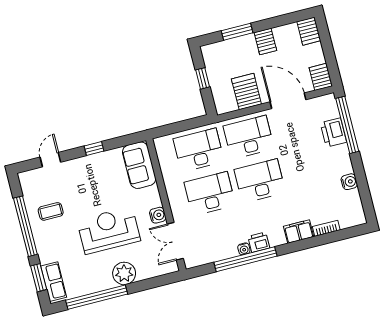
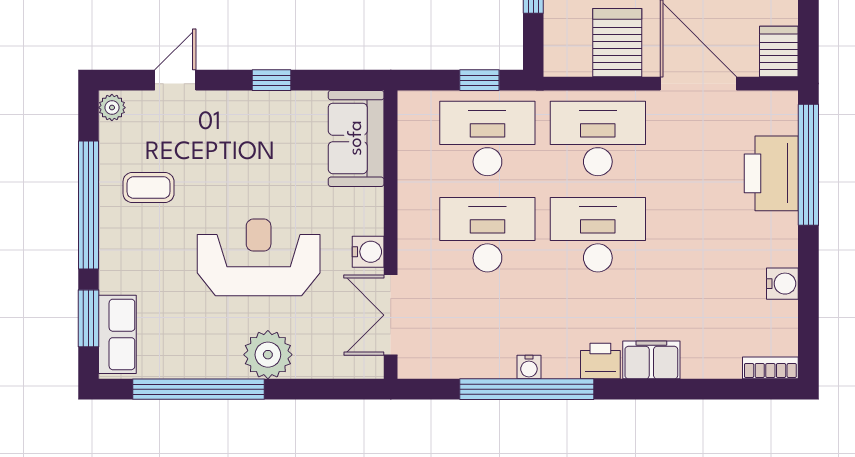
window: (188, 125) -> (479, 80), added
printer: (333, 133) -> (771, 173), width x1.37, depth x1.19
plant: (25, 179) -> (112, 108), added
bookcase: (326, 228) -> (770, 368), moved
printer: (259, 242) -> (600, 361), moved

